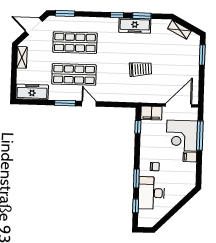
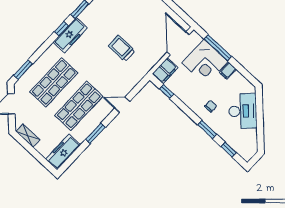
freezer: (135, 26) -> (70, 35), moved
trolley: (140, 69) -> (122, 48), turned -85
door: (89, 104) -> (122, 105), moved
desk: (151, 193) -> (243, 111), moved, turned -135

